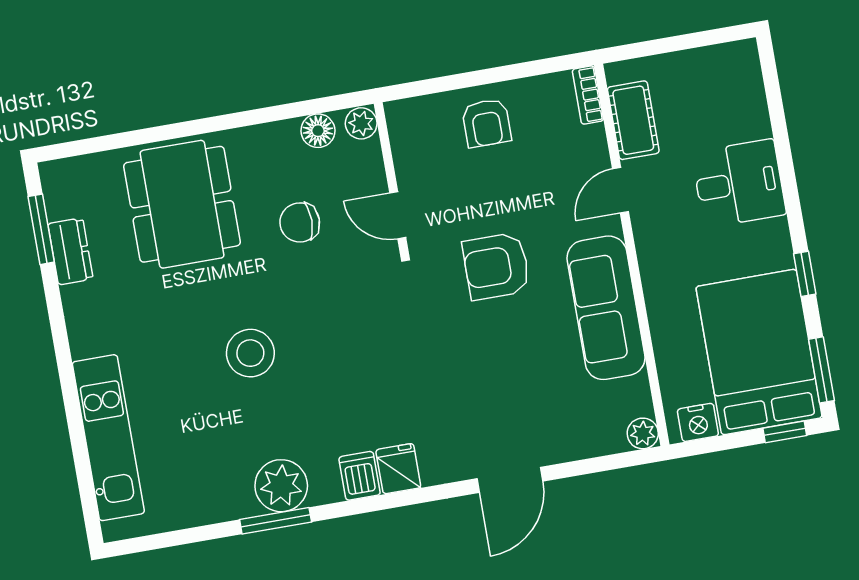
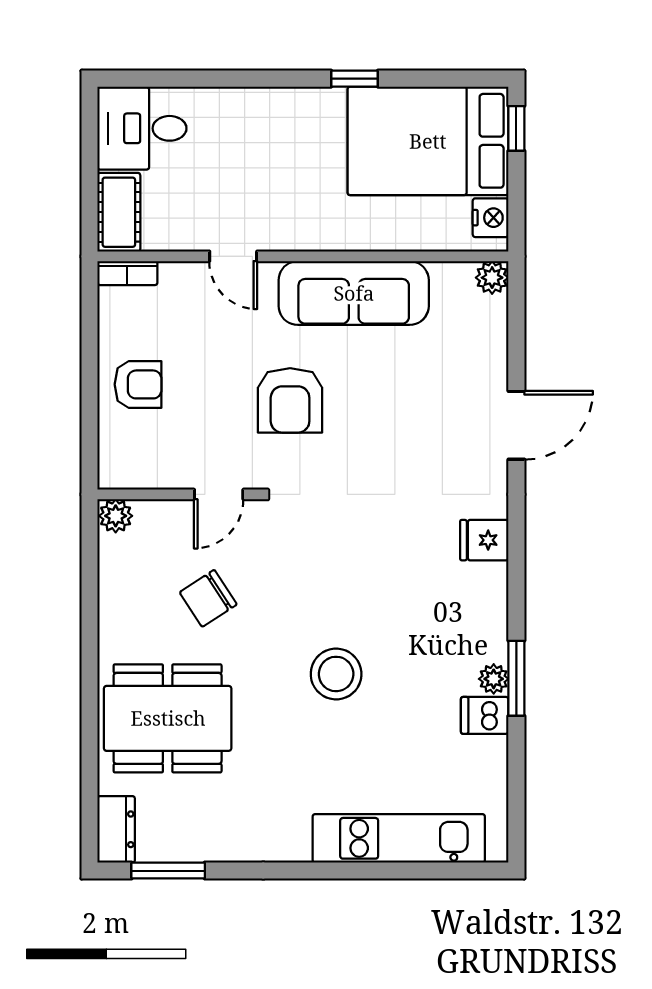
cot: (633, 120) -> (119, 212), moved, turned 90
floor lamp: (318, 131) -> (115, 562), removed
desk: (739, 183) -> (142, 128), moved, turned -90
chair: (300, 222) -> (208, 598), turned 57
dresser: (70, 251) -> (116, 829), moved, turned 90
window: (821, 370) -> (458, 79), removed
dishwasher: (360, 476) -> (485, 715), moved
door: (510, 480) -> (516, 425), hinge flipped
plant: (281, 486) -> (494, 679), width x0.53, depth x0.53

